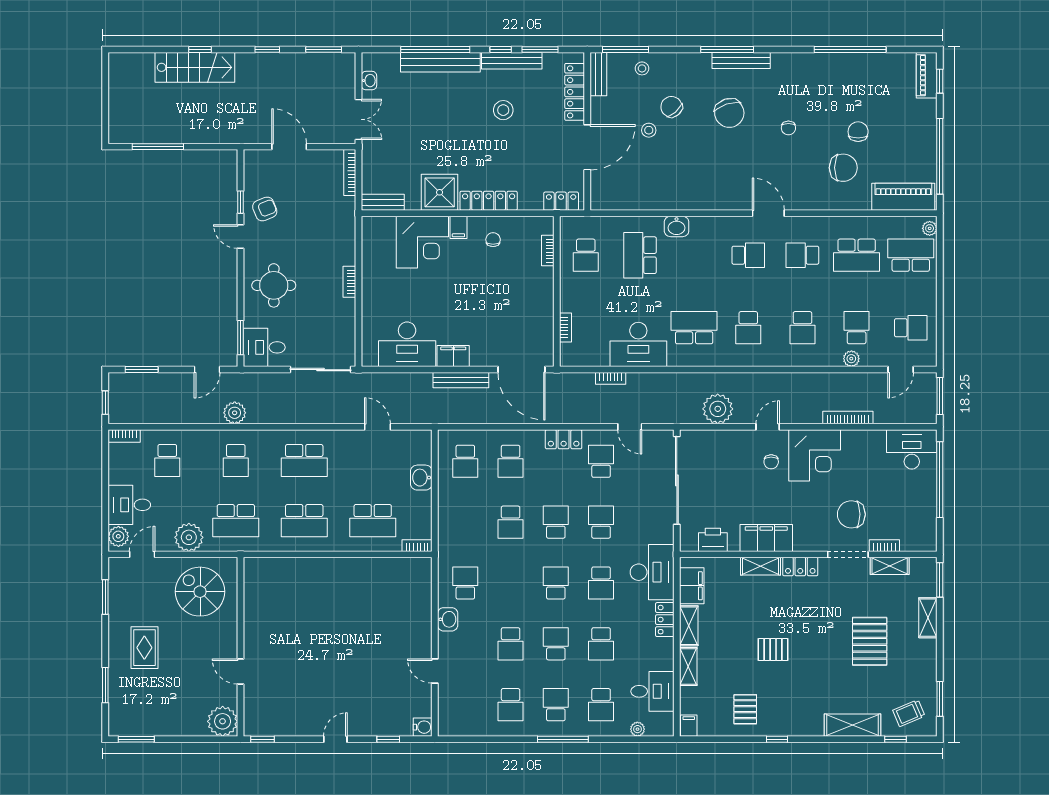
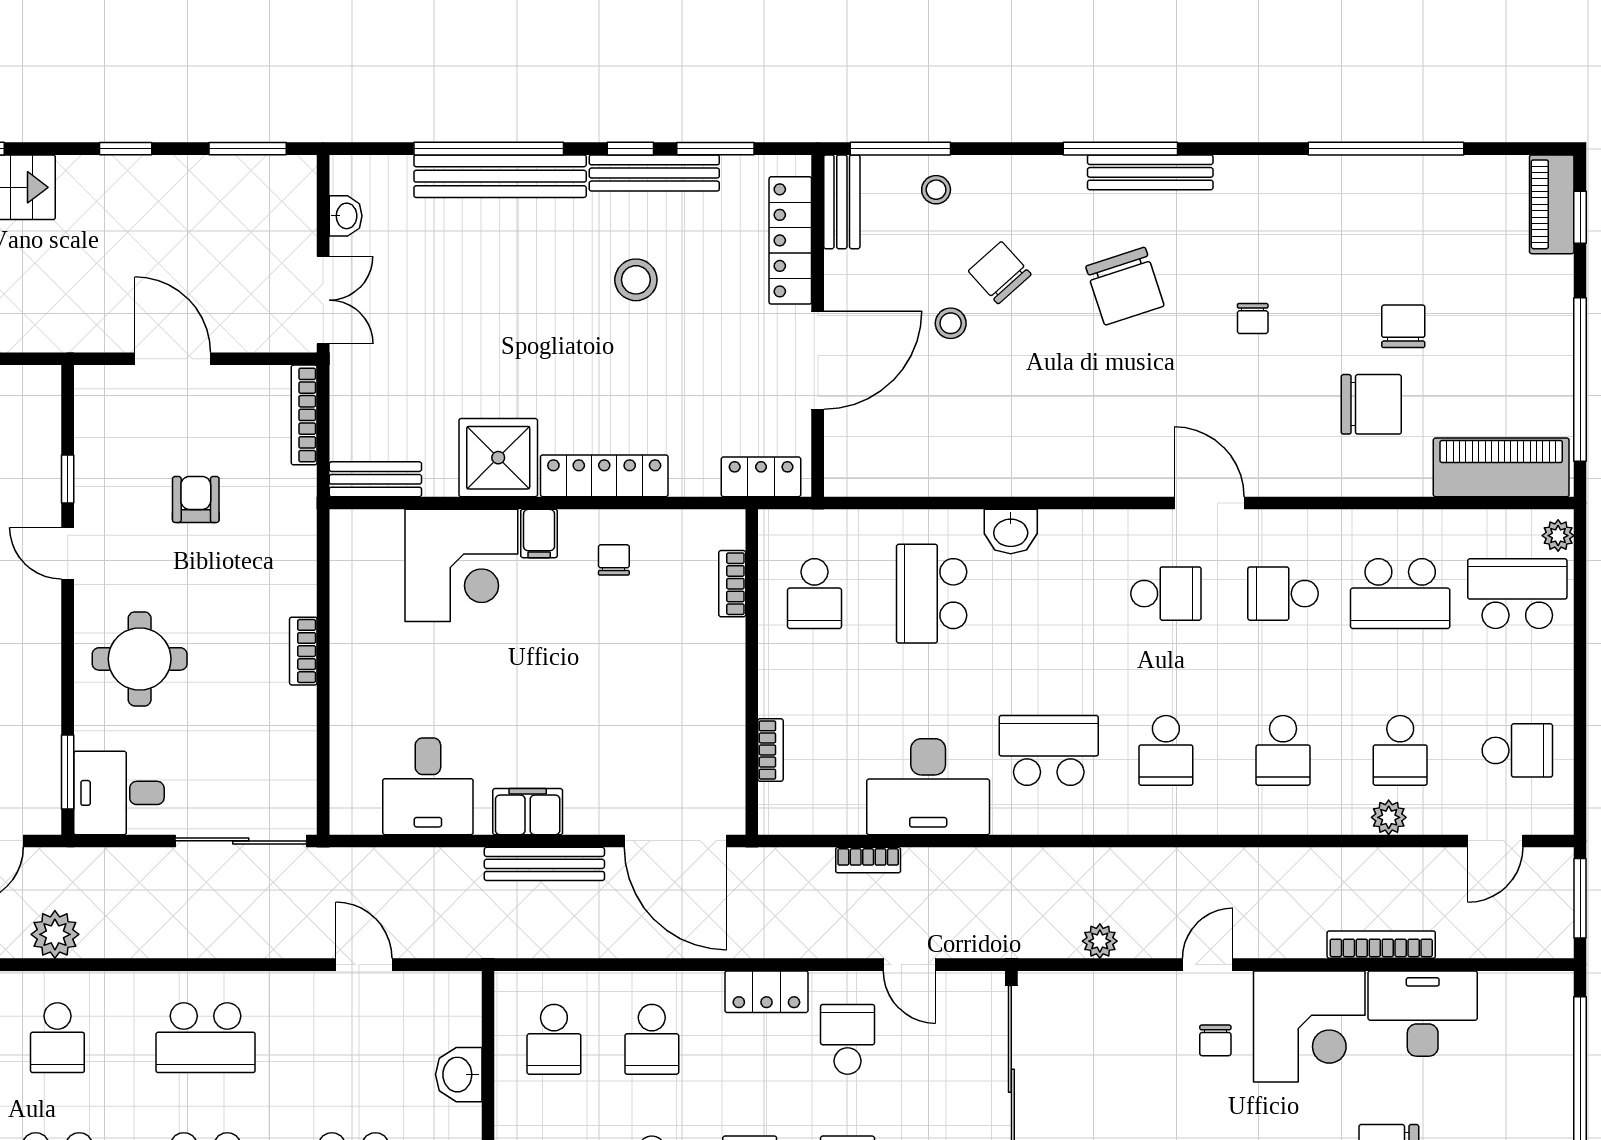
armchair: (265, 209) -> (196, 499), moved, turned -68
school desk: (857, 328) -> (1400, 750), turned 180
desk: (407, 344) -> (428, 786), width x0.73
plant: (718, 409) -> (1100, 941), width x0.53, depth x0.53
desk: (912, 449) -> (1423, 1014), moved

